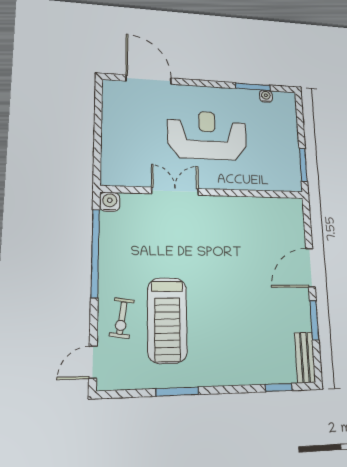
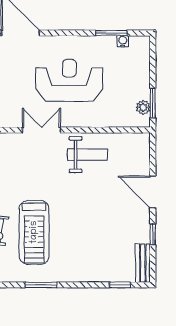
plant: (293, 169) -> (143, 107), added
weight bench: (232, 222) -> (87, 155), added
door: (311, 268) -> (153, 192), hinge flipped
window: (314, 320) -> (153, 234), width x0.67

